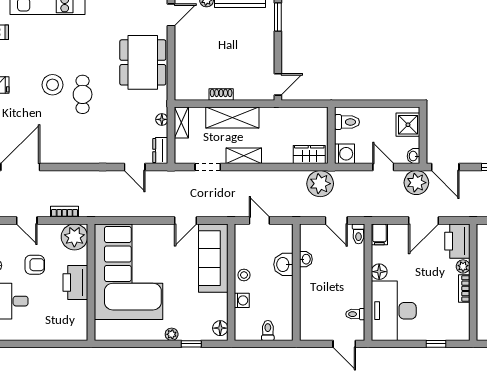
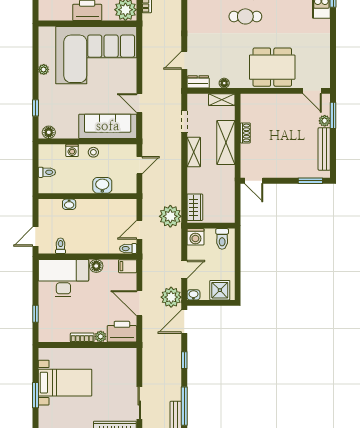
washbasin: (306, 259) -> (69, 204), moved
plant: (172, 334) -> (44, 69), moved

